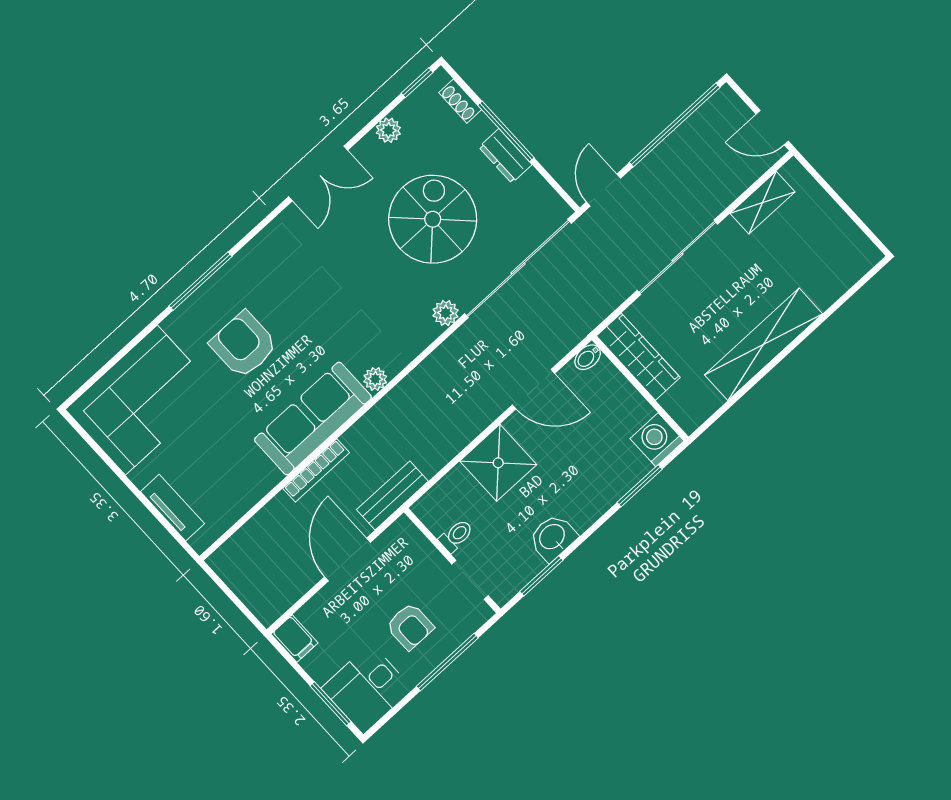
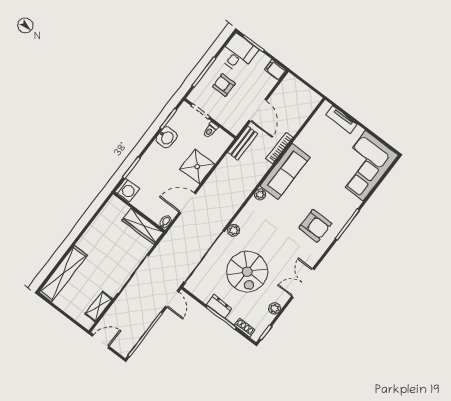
shelving: (764, 344) -> (63, 274), moved
armchair: (244, 345) -> (315, 226), moved

